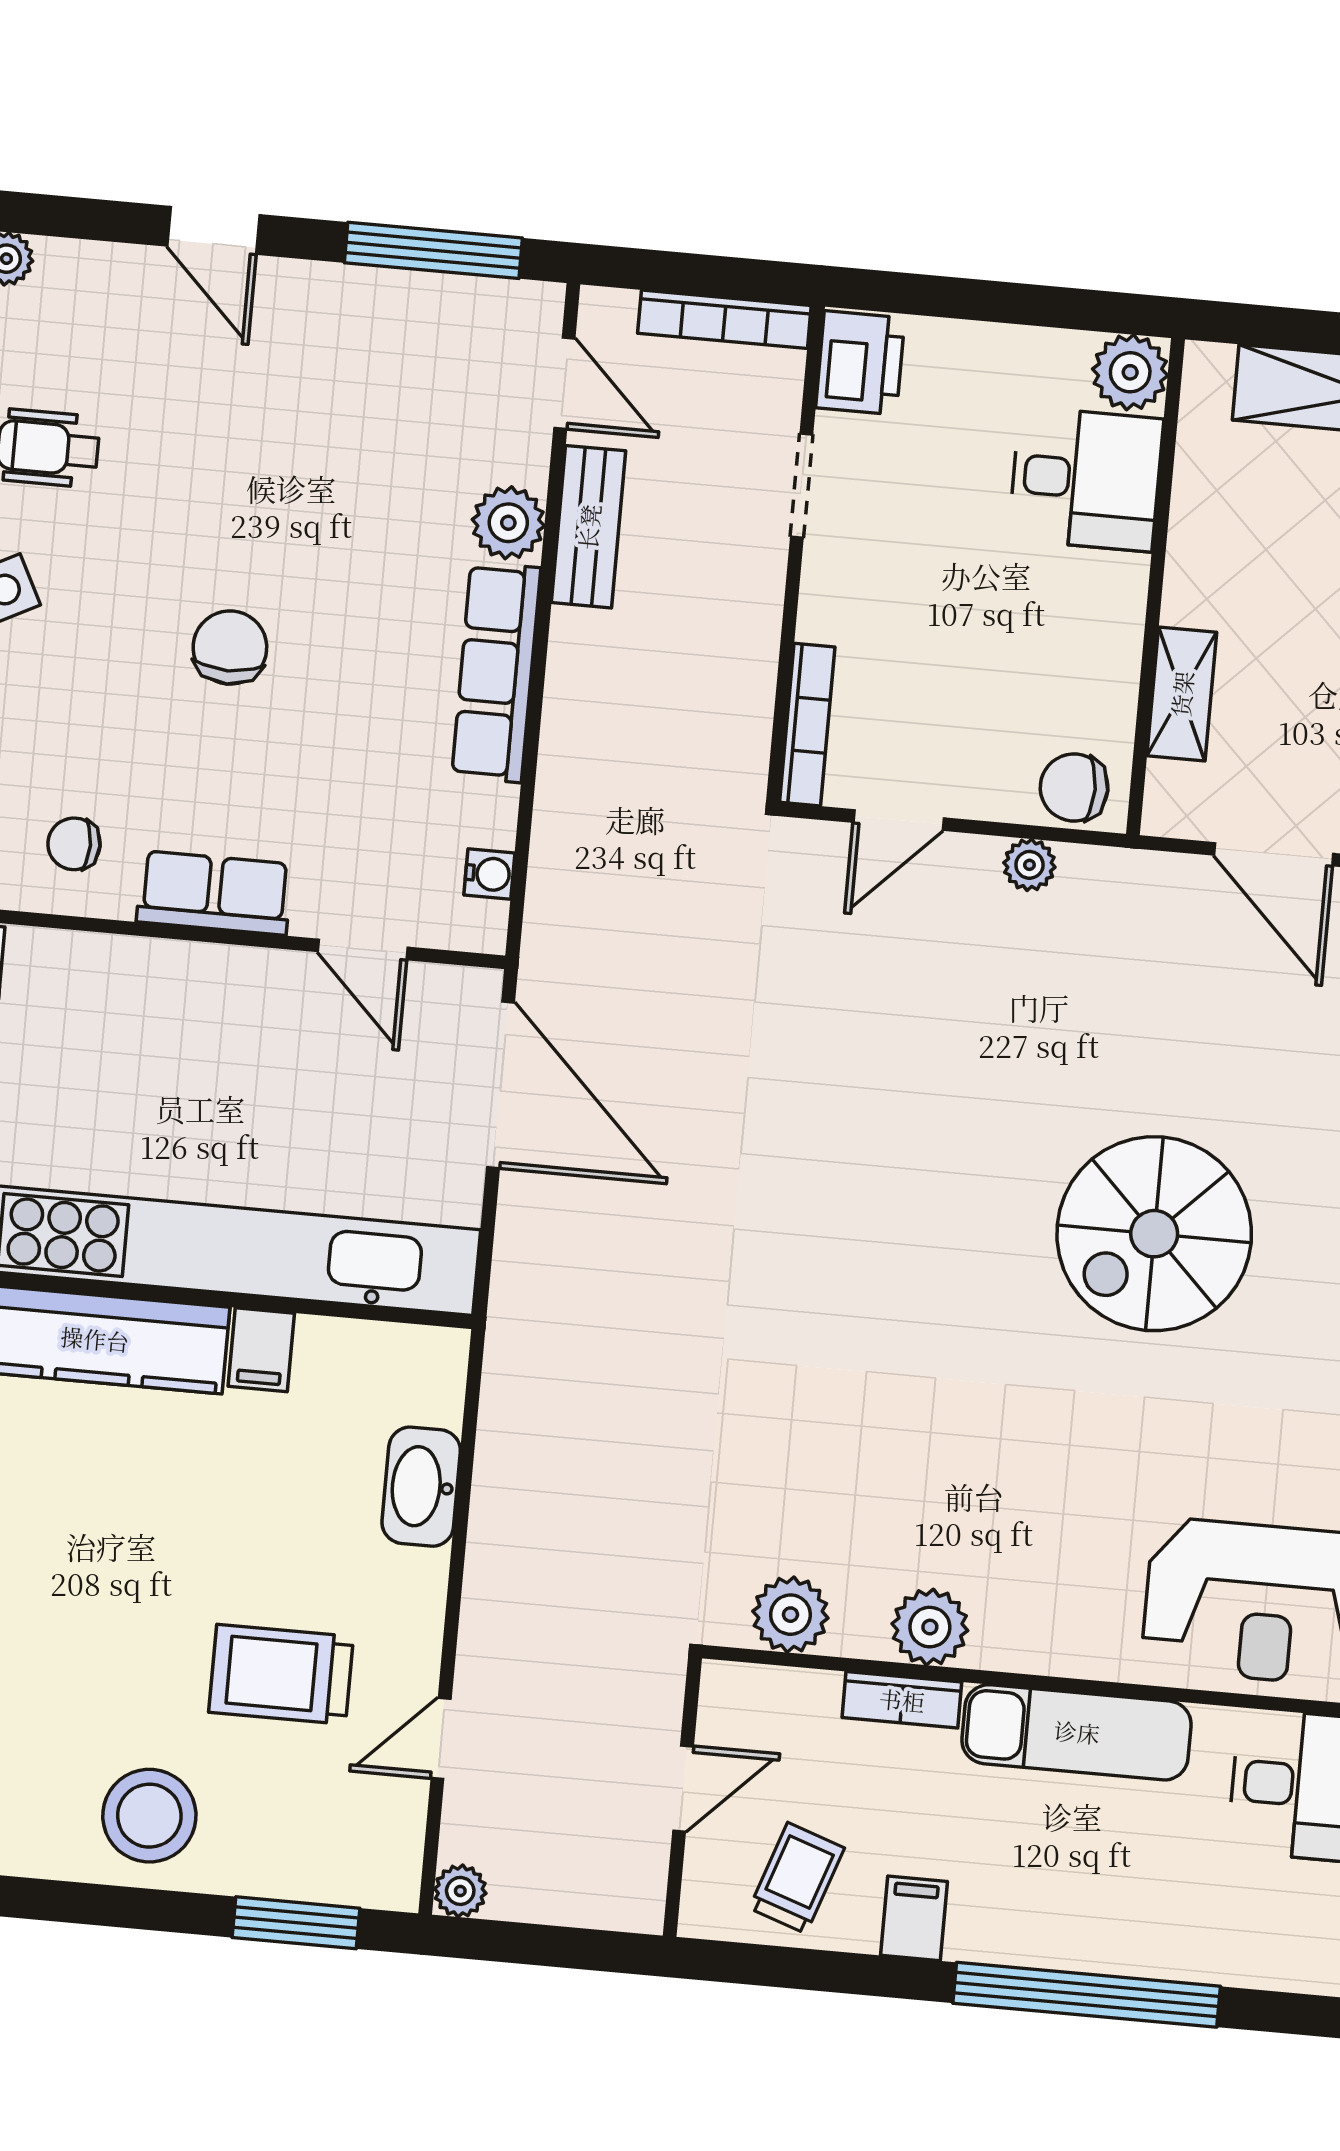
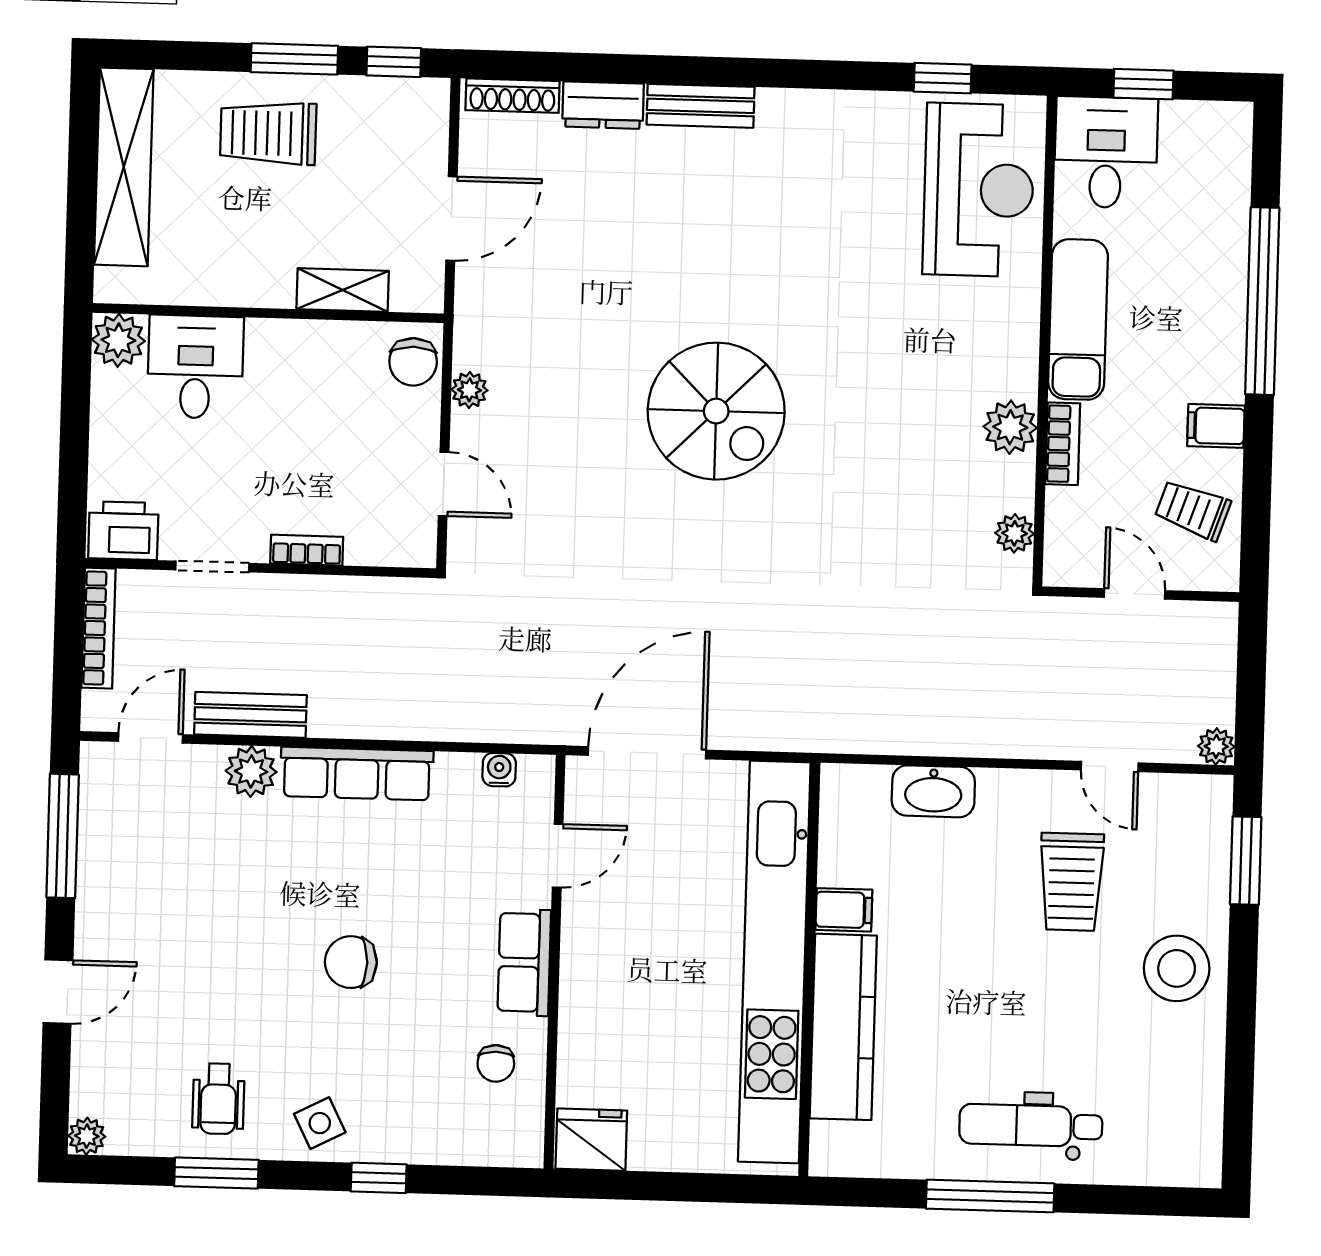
bookcase: (807, 725) -> (307, 550), moved, width x0.64
spiral stairs: (1154, 1234) -> (716, 411), moved
plant: (790, 1615) -> (1015, 533), width x0.73, depth x0.73

